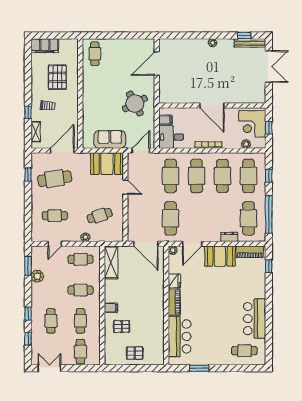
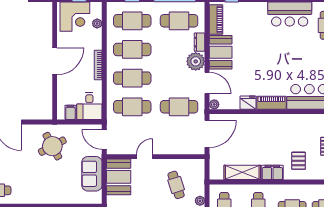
plant: (212, 233) -> (196, 61), added
shelving: (111, 262) -> (242, 172), moved
filing cabinet: (111, 308) -> (272, 172), width x2.00

